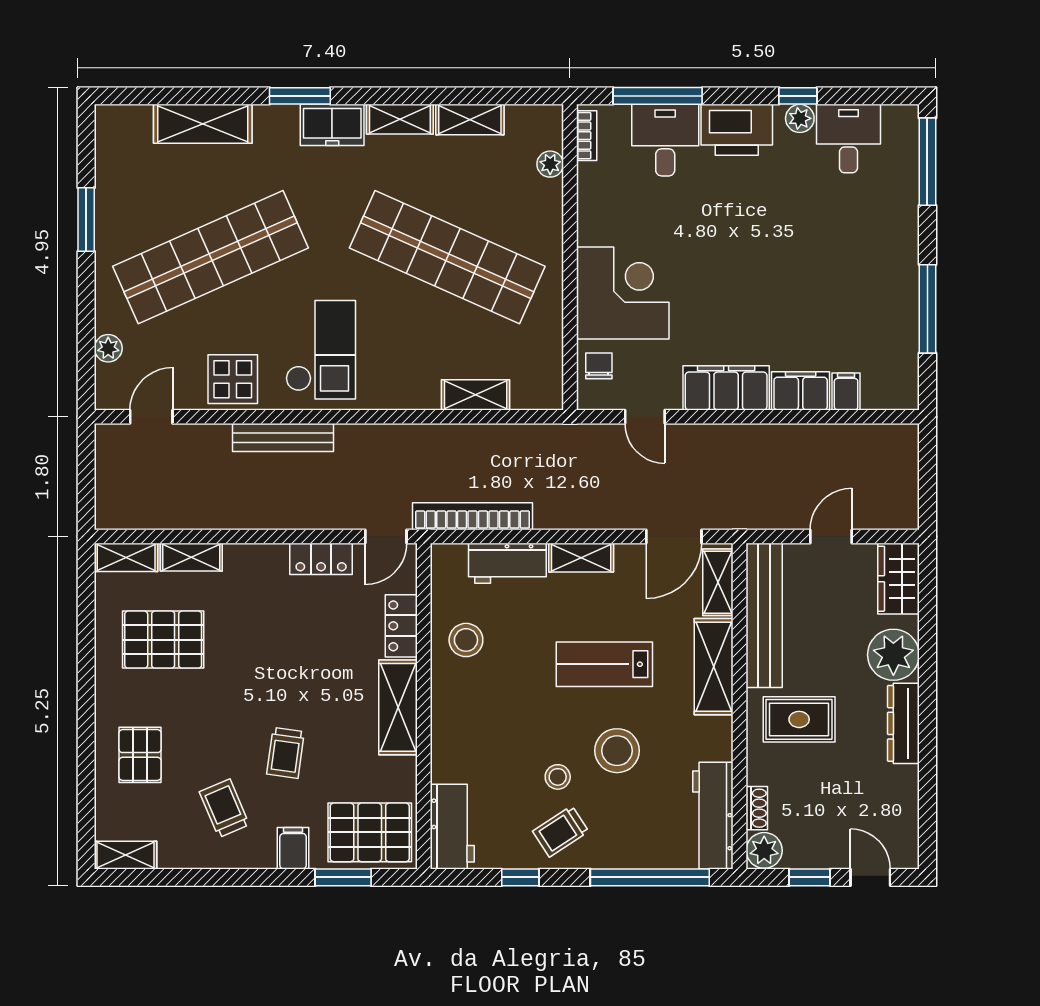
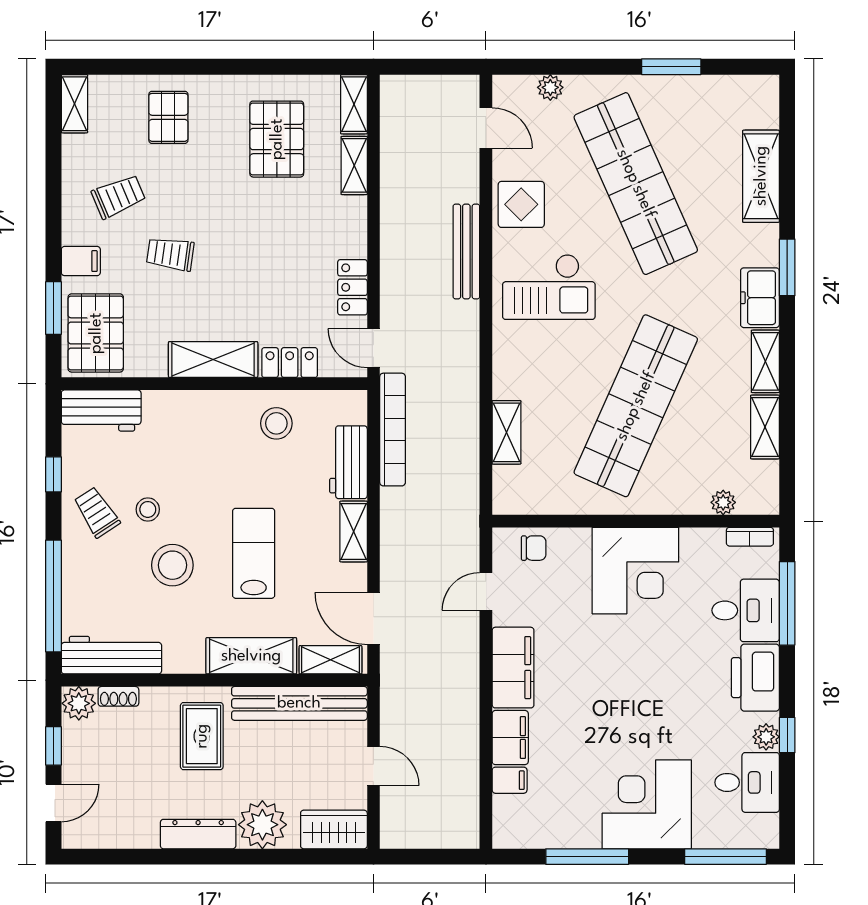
corner desk: (872, 245) -> (647, 804), added
corner desk: (623, 293) -> (635, 571), moved
pallet: (140, 755) -> (168, 117), turned 90

